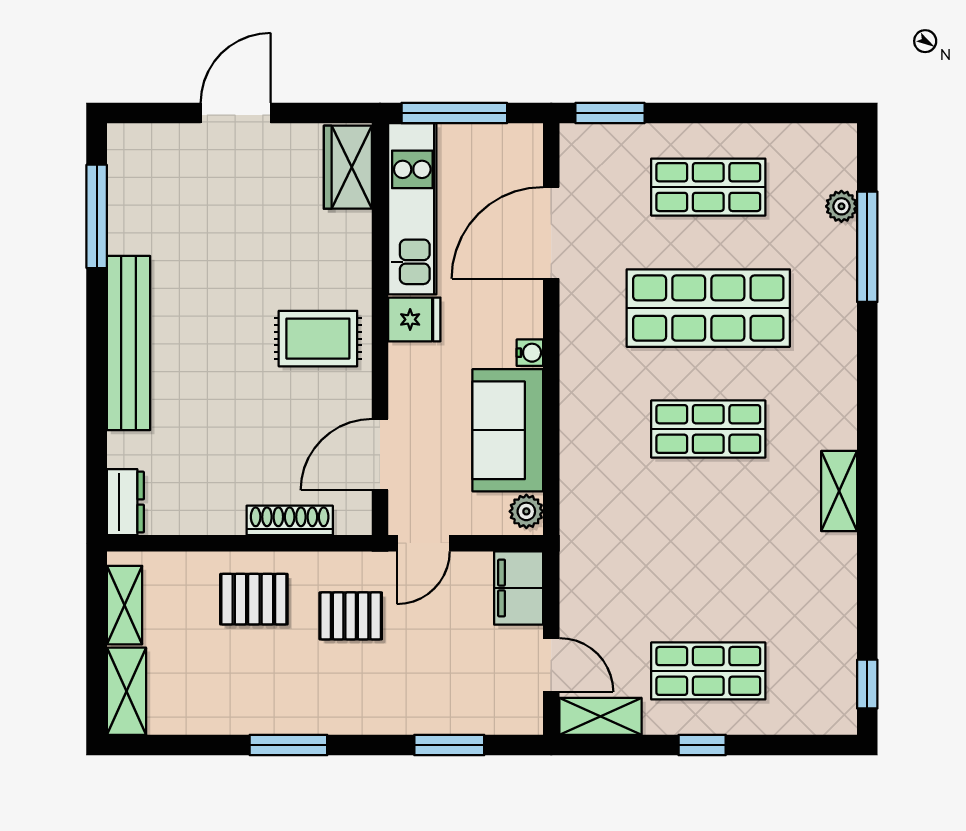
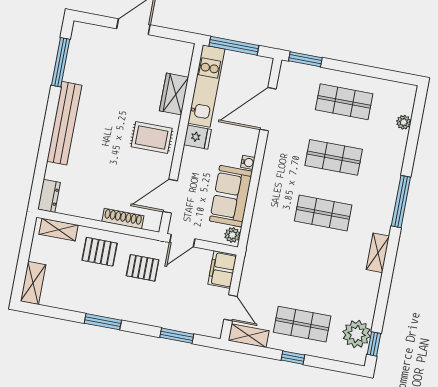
wardrobe: (348, 167) -> (174, 94), moved
window: (867, 247) -> (401, 202), moved
shop shelf: (708, 308) -> (334, 157), width x0.70, depth x0.74
shelving: (125, 605) -> (59, 230), moved, turned 90
plant: (827, 670) -> (357, 334), added

